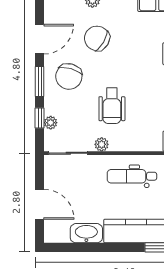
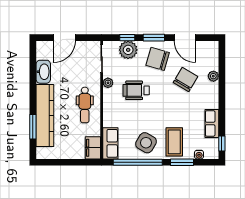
plant: (51, 123) -> (128, 50), width x1.88, depth x1.88
dental chair: (132, 176) -> (85, 105), turned 180

